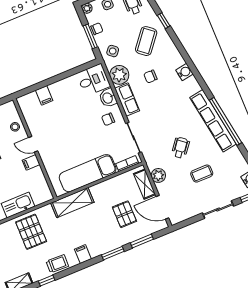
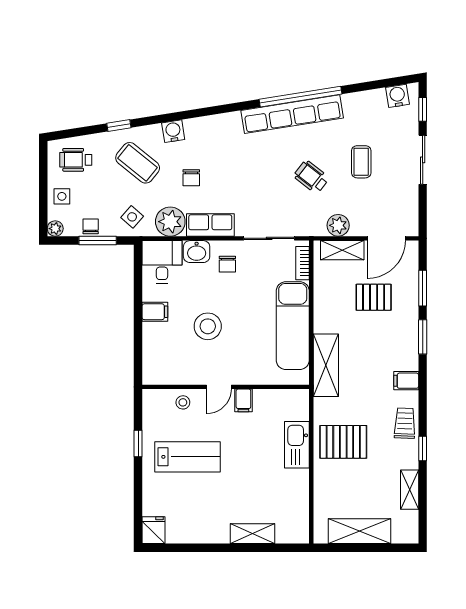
water cooler: (185, 72) -> (173, 131), moved
filing cabinet: (44, 95) -> (155, 312), moved
stool: (66, 123) -> (208, 326), added

